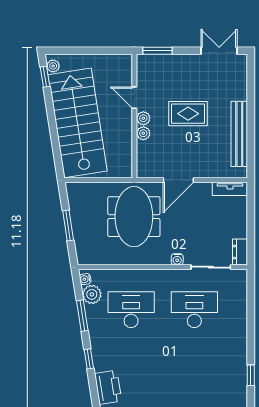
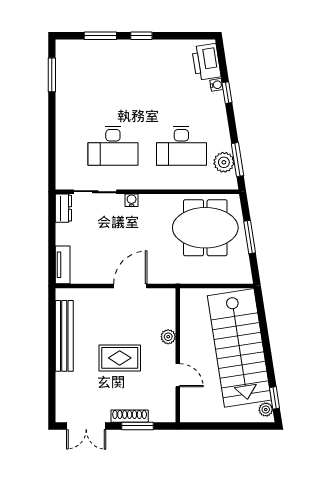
window: (158, 51) -> (137, 426), moved
shoe rack: (179, 60) -> (130, 416), added
plant: (143, 118) -> (168, 353), removed
tv unit: (230, 189) -> (63, 265), moved, turned 90
meeting table: (134, 217) -> (205, 228), moved, turned 90
water cooler: (85, 279) -> (216, 85), moved
window: (82, 316) -> (237, 160), moved
window: (251, 375) -> (52, 75), width x1.50

